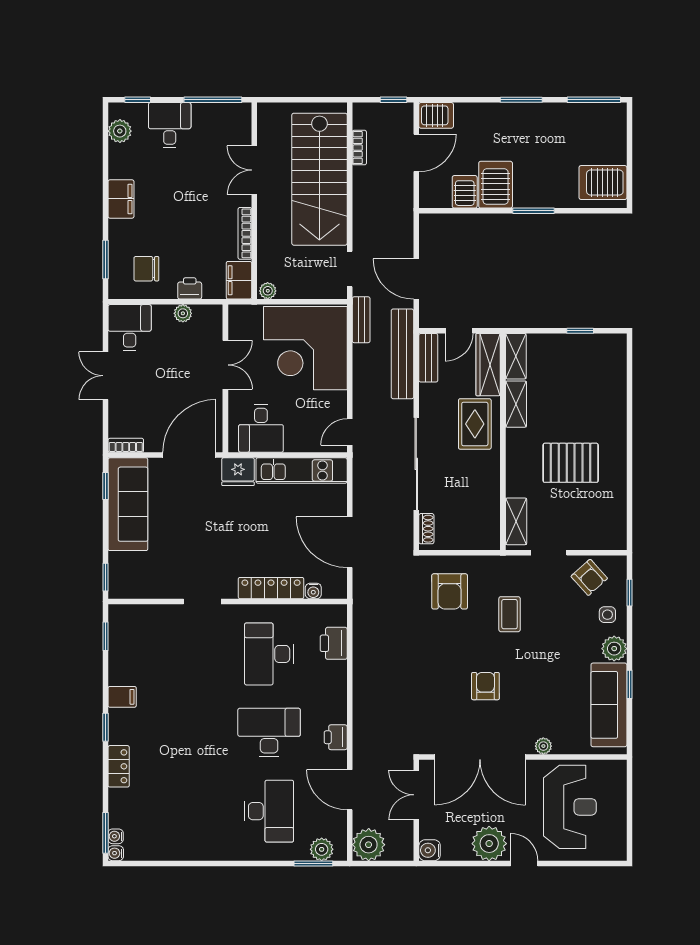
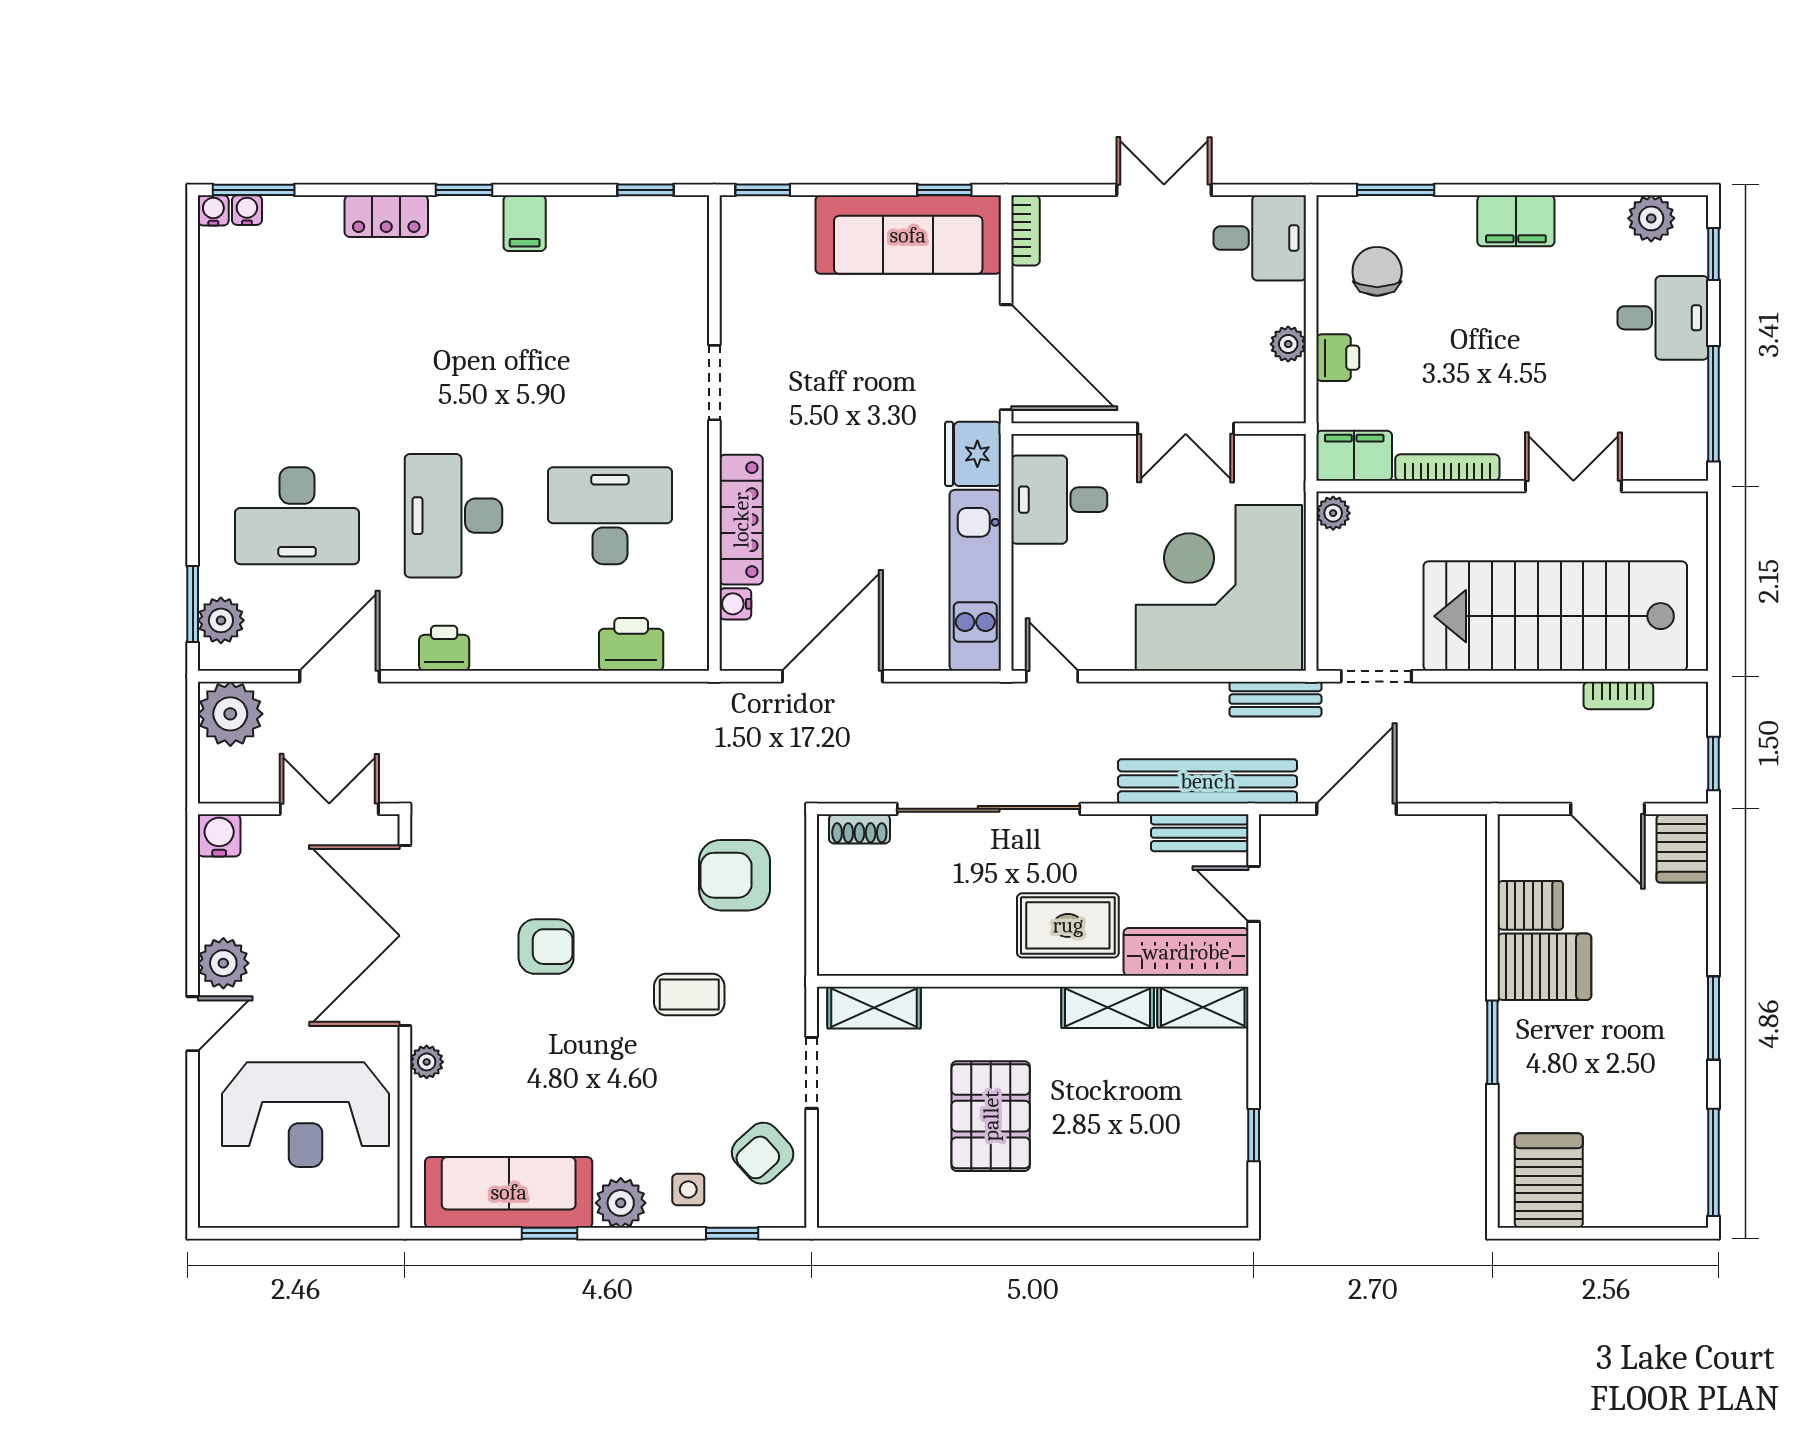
desk: (269, 733) -> (453, 516), turned 180
plant: (489, 844) -> (223, 963), width x0.73, depth x0.73

